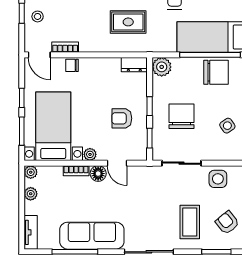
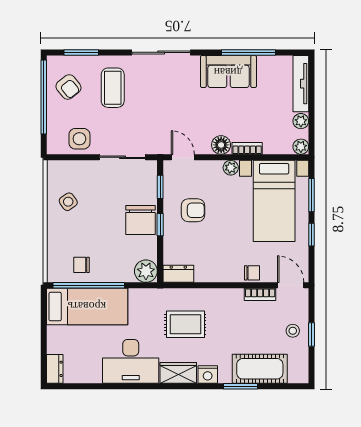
chair: (216, 72) -> (82, 265), width x0.54, depth x0.54
chair: (181, 116) -> (141, 220), moved
door: (117, 163) -> (183, 157), moved
tv unit: (31, 232) -> (301, 84), width x1.41
sofa: (92, 236) -> (228, 72), width x0.73

